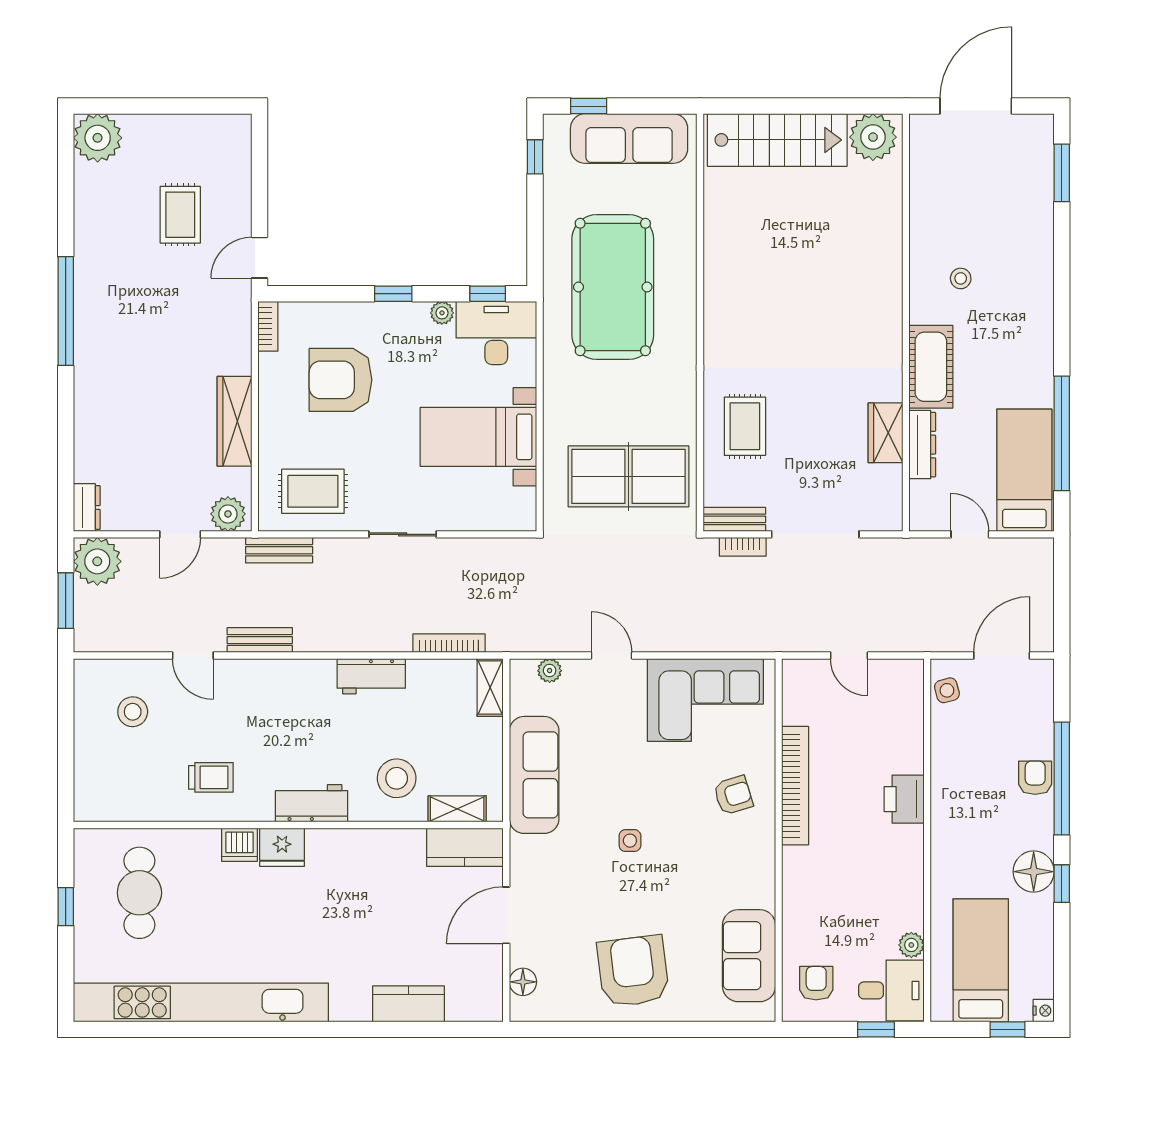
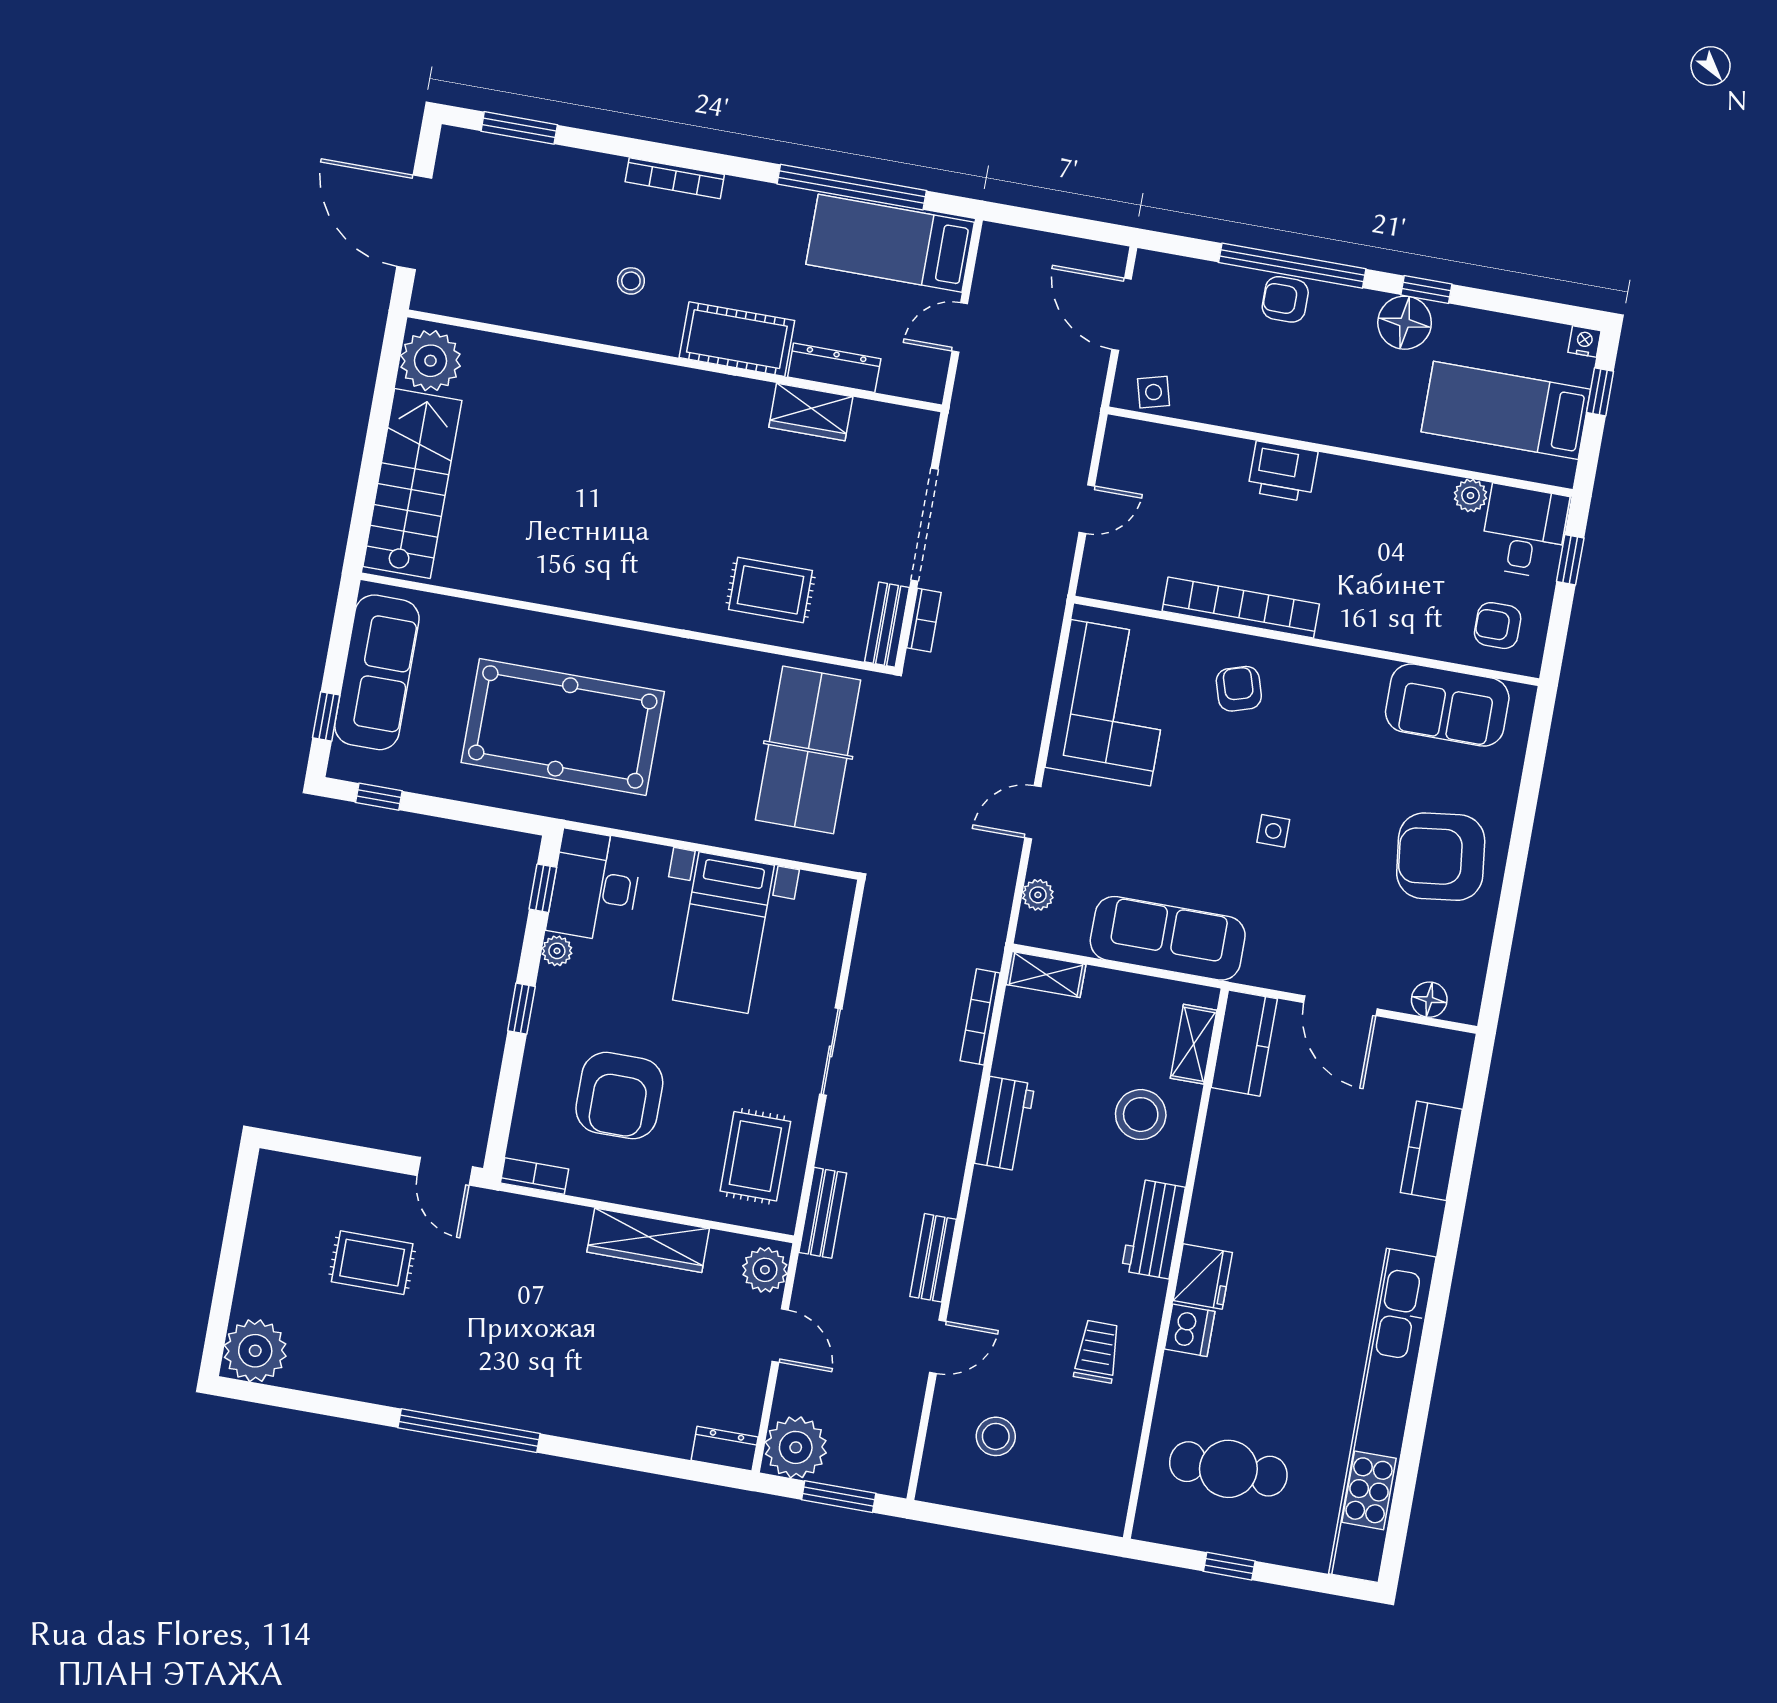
bookcase: (1045, 298) -> (675, 178), added

